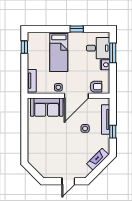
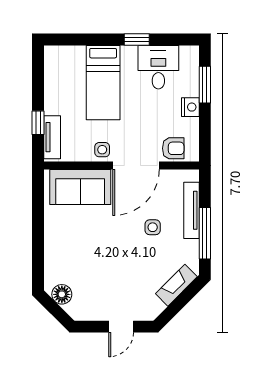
window: (24, 47) -> (38, 123), moved
desk: (98, 48) -> (158, 67), moved, turned -90
window: (113, 132) -> (205, 233), width x2.17
floor lamp: (37, 164) -> (62, 294), added

